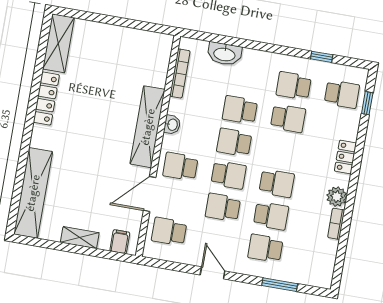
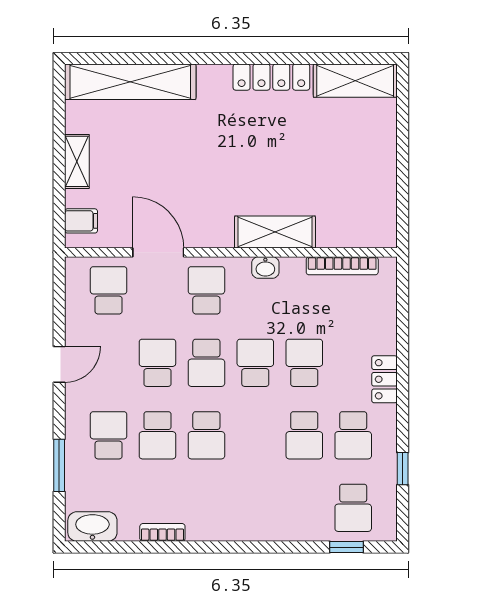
washbasin: (224, 54) -> (92, 527), moved, turned 90
school desk: (294, 86) -> (353, 435), turned 180
shelving: (148, 127) -> (275, 232), width x0.68
locker: (345, 157) -> (384, 379), moved, turned -90
plant: (337, 197) -> (202, 526), removed

